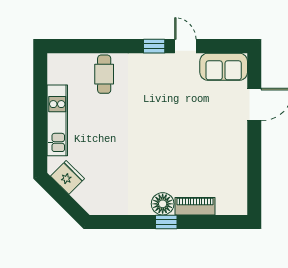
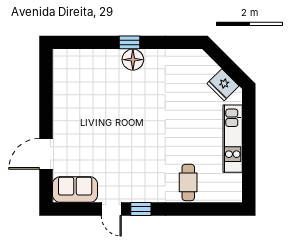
piano: (195, 206) -> (102, 57), removed

